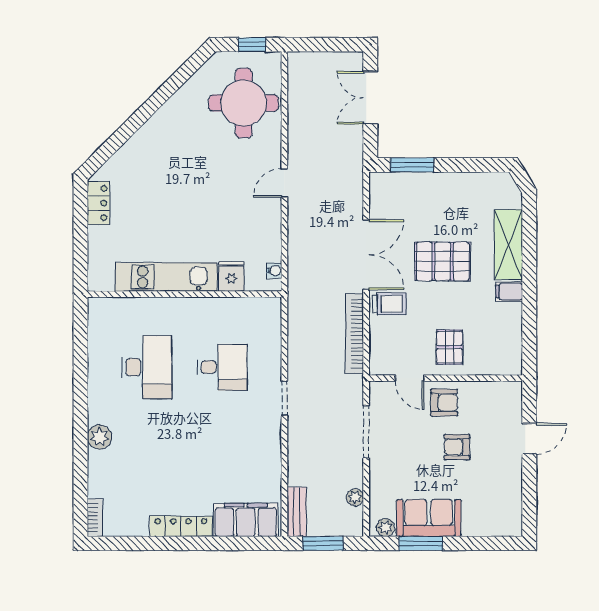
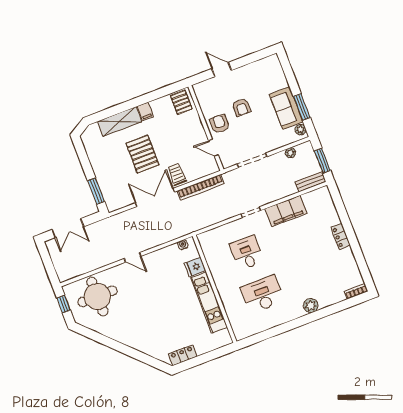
pallet: (449, 347) -> (181, 102), moved, turned 90
door: (410, 378) -> (213, 148), swing flipped
filing cabinet: (246, 520) -> (286, 211), moved, turned -90
locker: (181, 526) -> (340, 236), width x0.66

